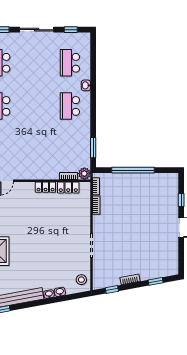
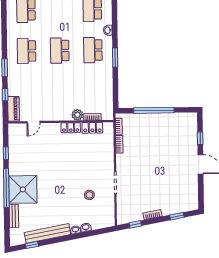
school desk: (35, 106) -> (60, 51), added
window: (93, 148) -> (115, 58), moved
plant: (84, 174) -> (77, 115), moved
stool: (81, 280) -> (89, 195), moved

